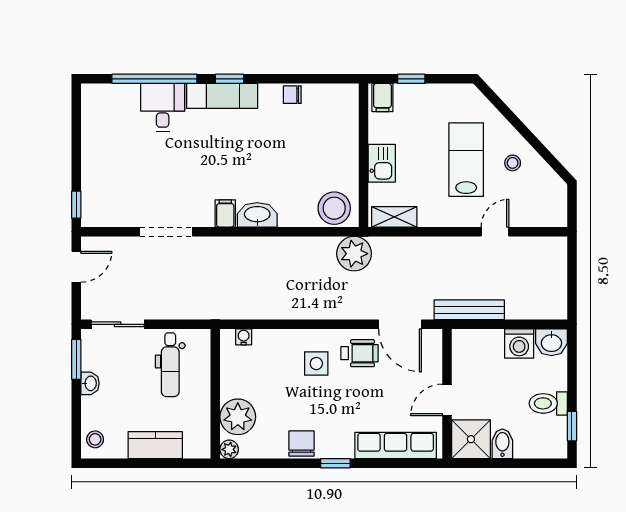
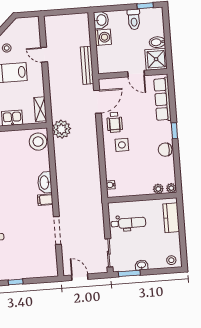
window: (76, 205) -> (16, 282), moved
wheelchair: (359, 353) -> (115, 122), turned 180
plant: (238, 417) -> (158, 189), width x0.53, depth x0.53
kitchen counter: (155, 445) -> (171, 218), moved

